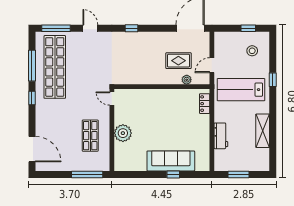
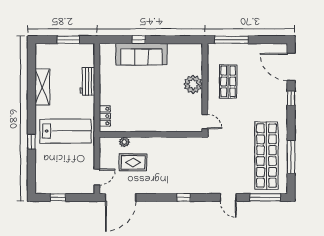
stool: (252, 51) -> (54, 173), removed
door: (212, 65) -> (97, 177), moved
window: (32, 98) -> (291, 98), moved

